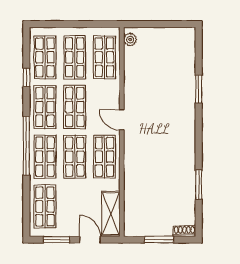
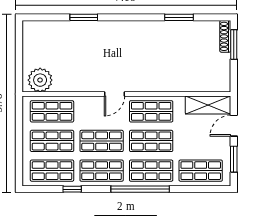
plant: (130, 40) -> (40, 80), width x1.88, depth x1.88
shoe rack: (184, 231) -> (225, 36), width x1.43
window: (159, 240) -> (234, 44), moved

